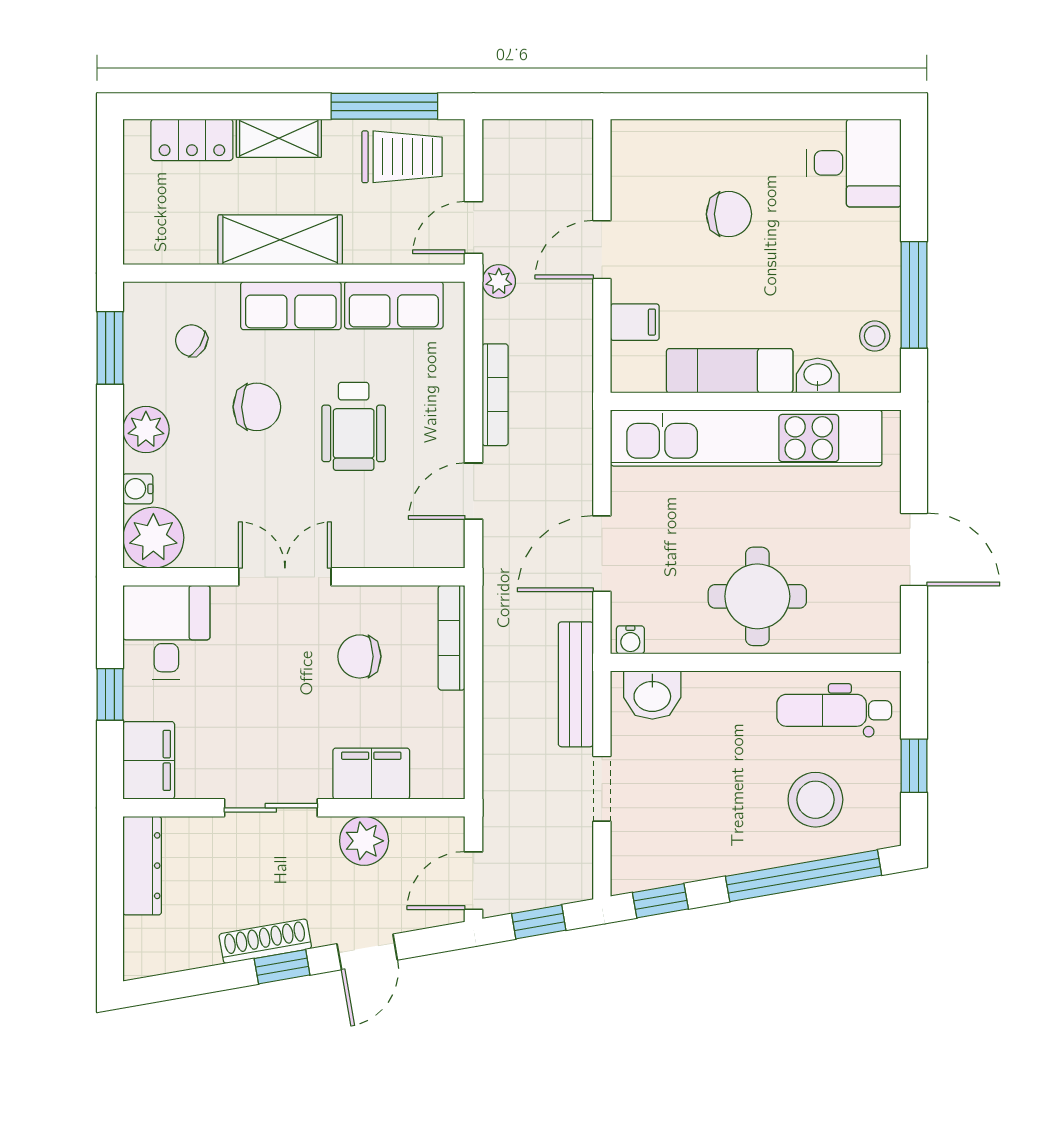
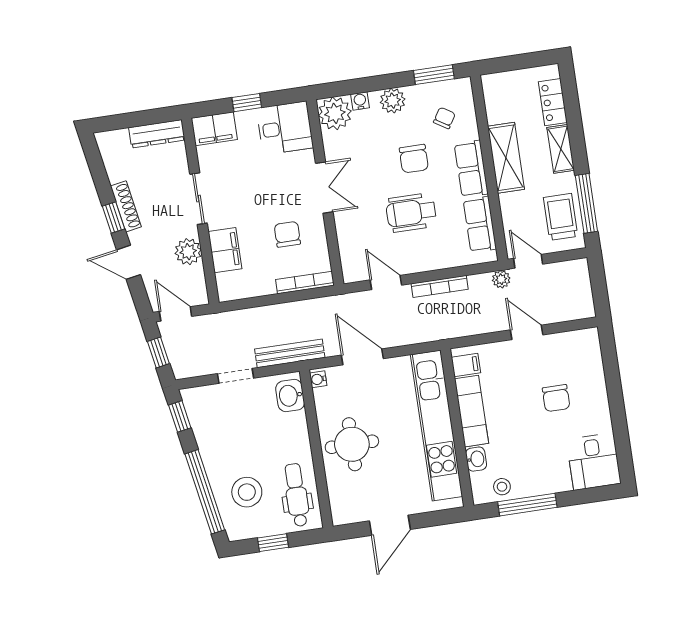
trolley: (402, 157) -> (561, 217), turned 180
filing cabinet: (635, 322) -> (466, 365), moved, turned -90

